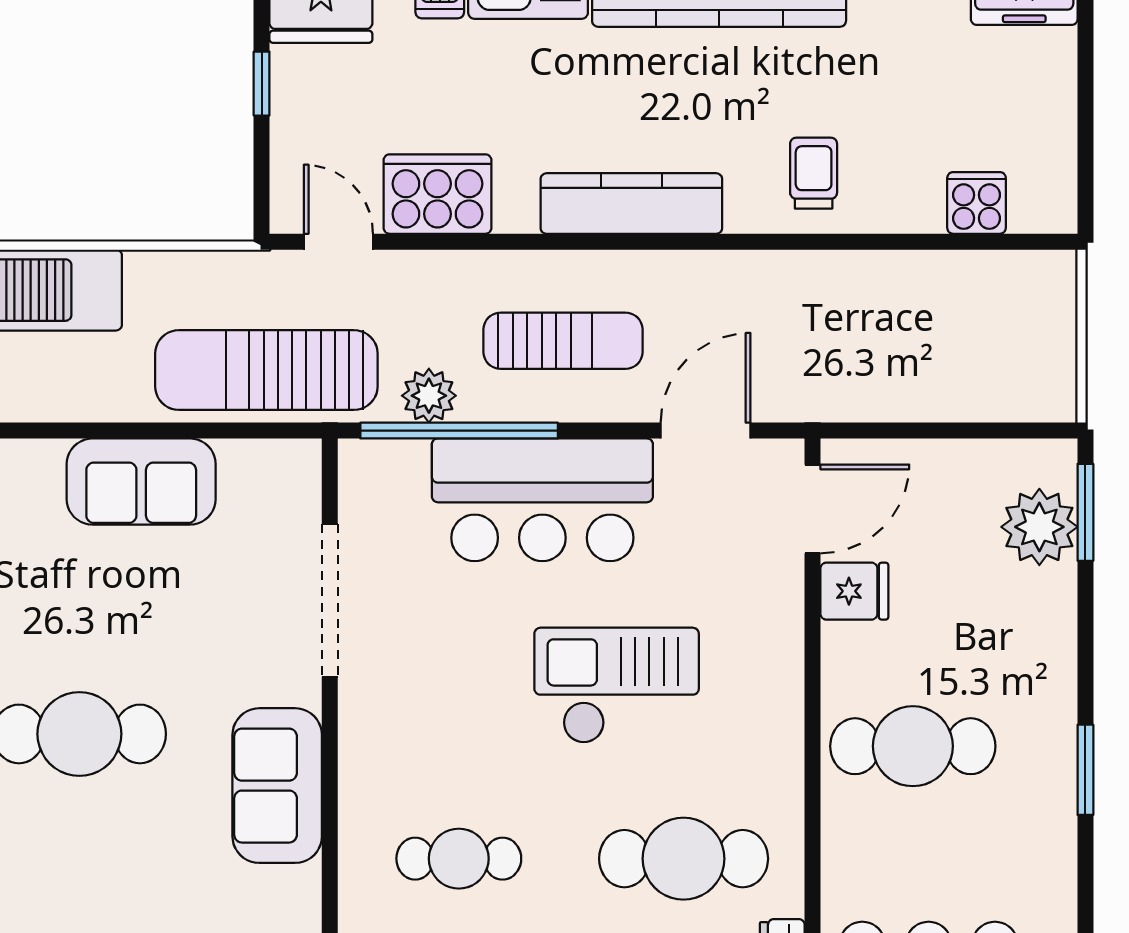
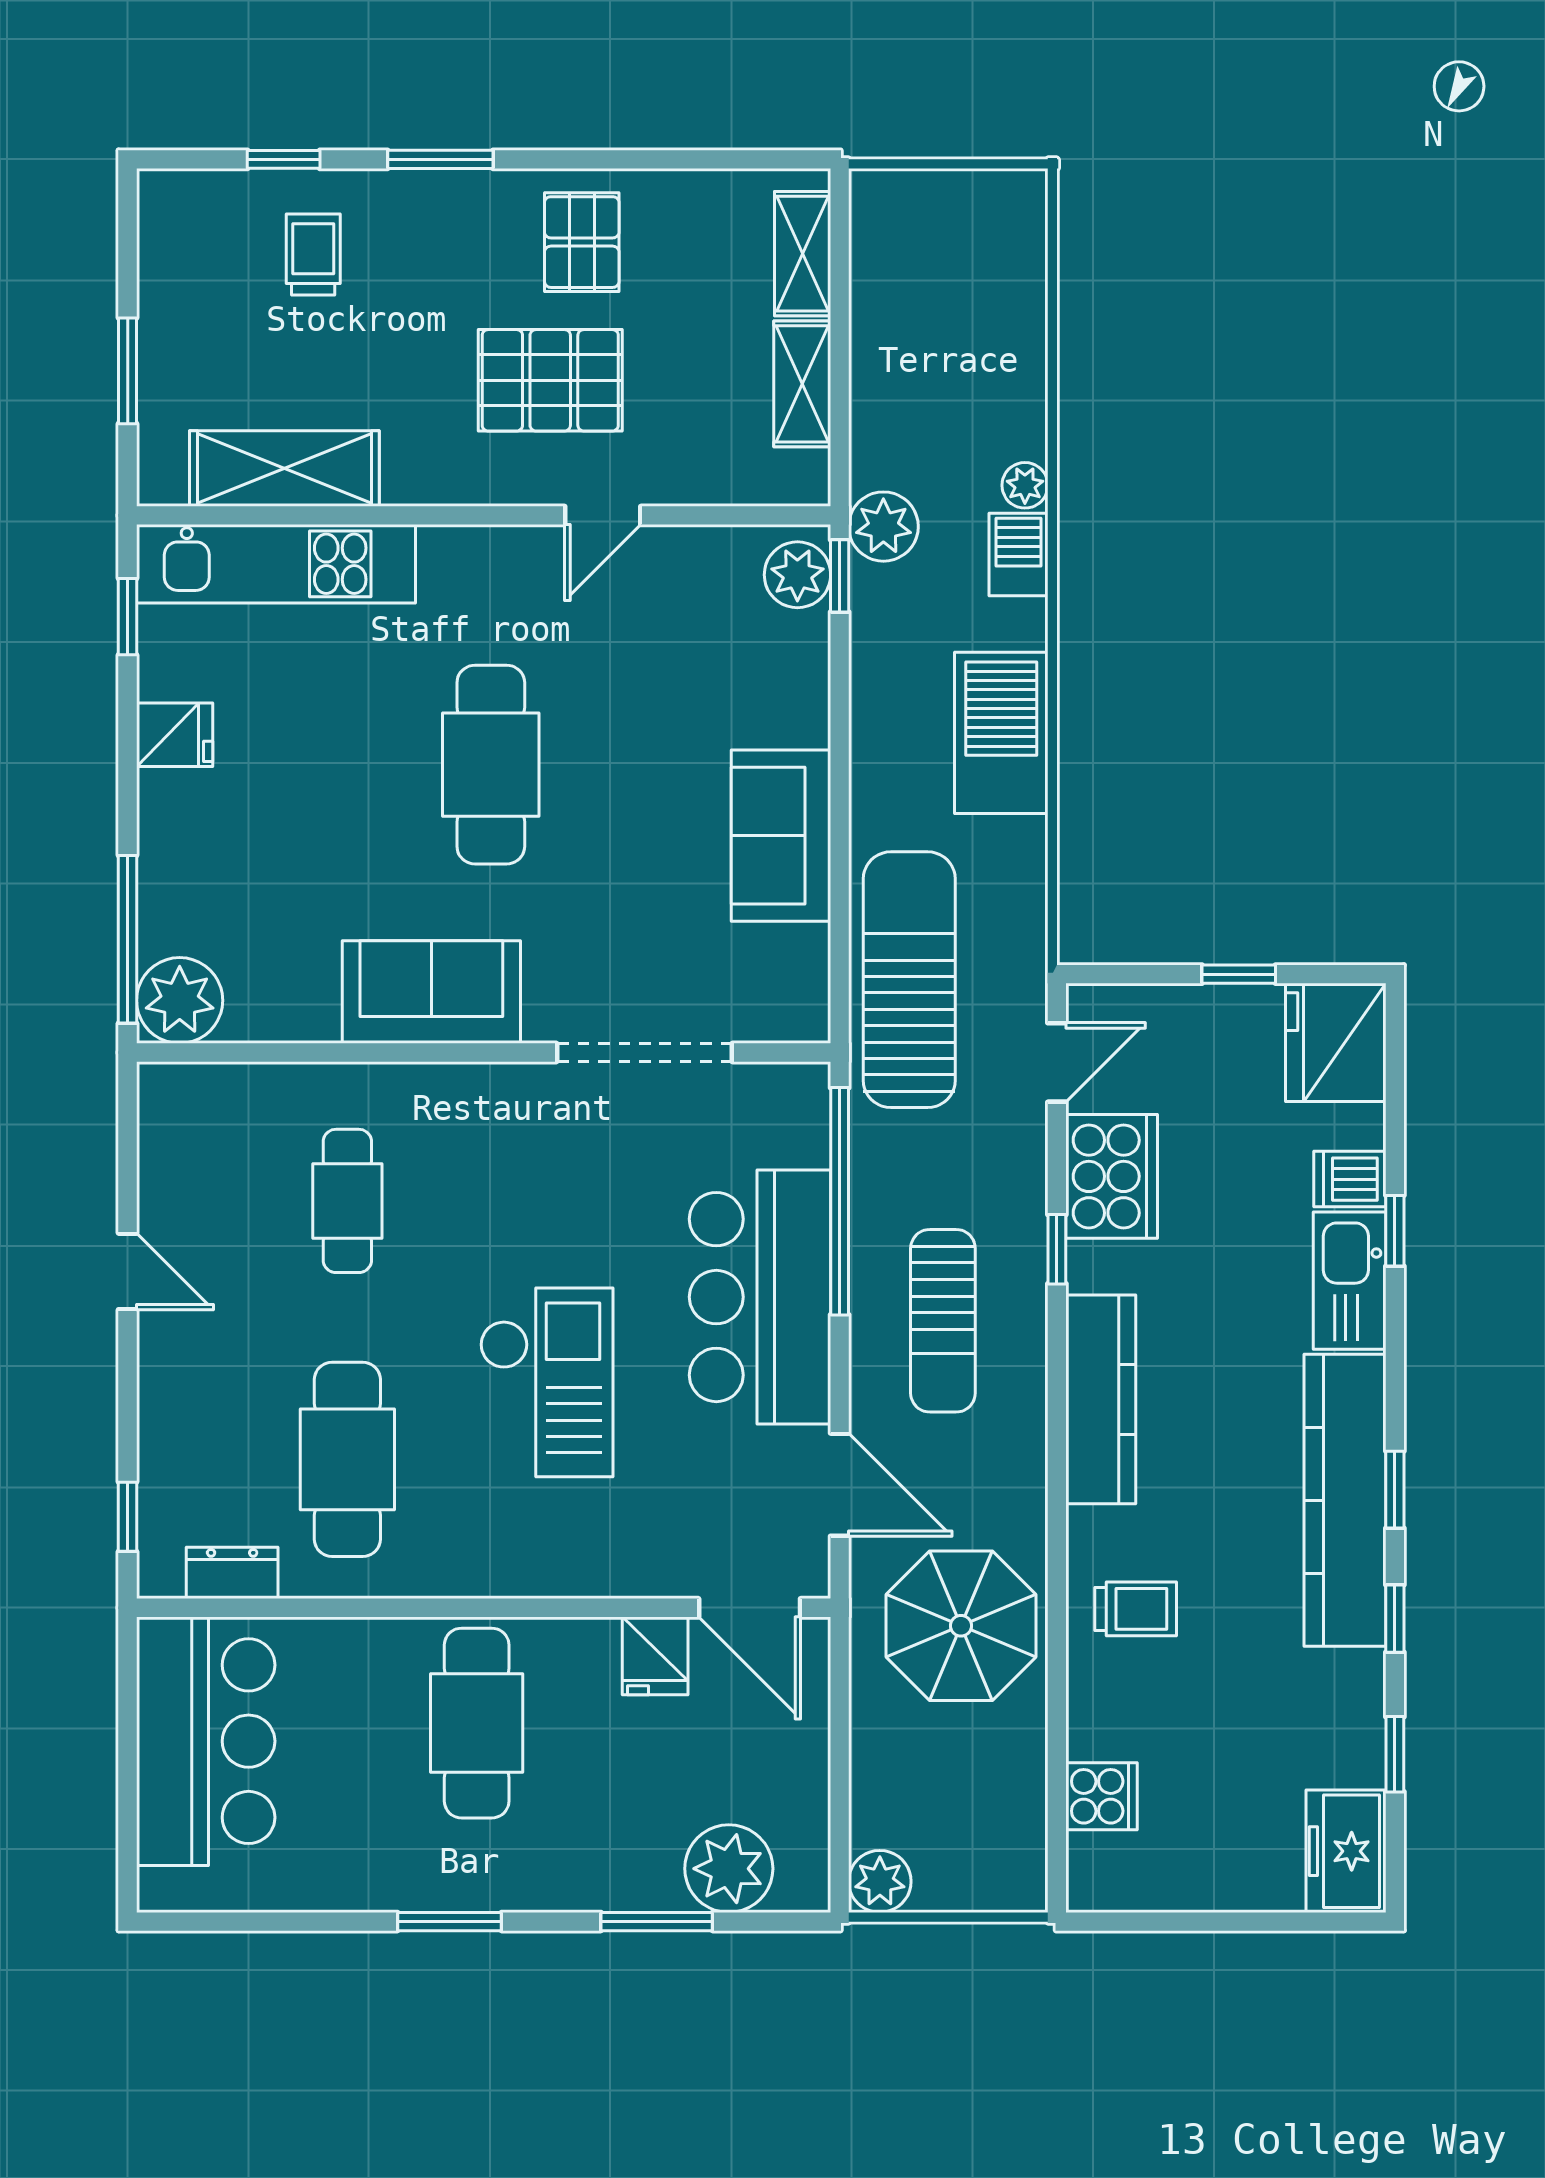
window: (501, 242) -> (1057, 1249), added
parasol: (828, 325) -> (961, 1626), added
plant: (429, 396) -> (880, 1881), moved
window: (1085, 512) -> (657, 1922), moved

